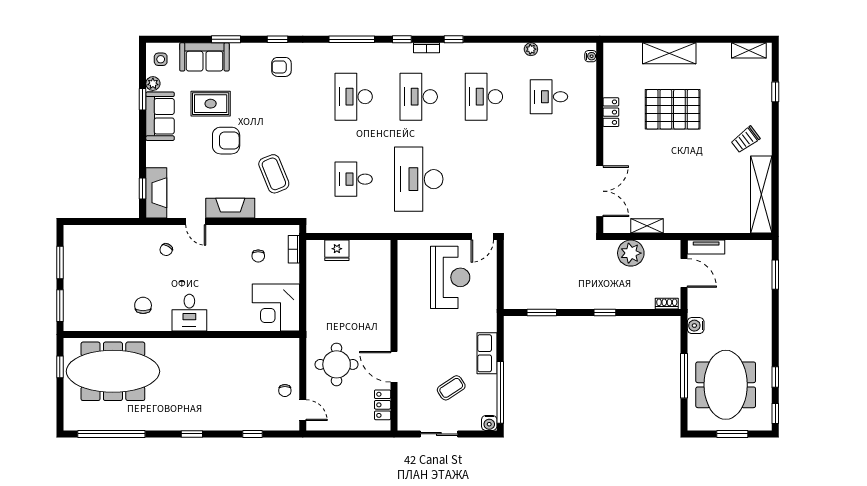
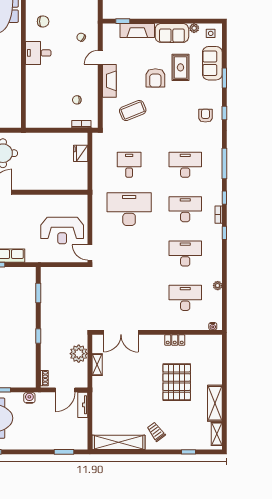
shelving: (669, 53) -> (215, 403), moved
desk: (549, 97) -> (185, 298), width x1.37
window: (143, 99) -> (184, 21), removed
fireplace: (156, 193) -> (137, 30), moved
corner desk: (276, 307) -> (42, 112), removed

